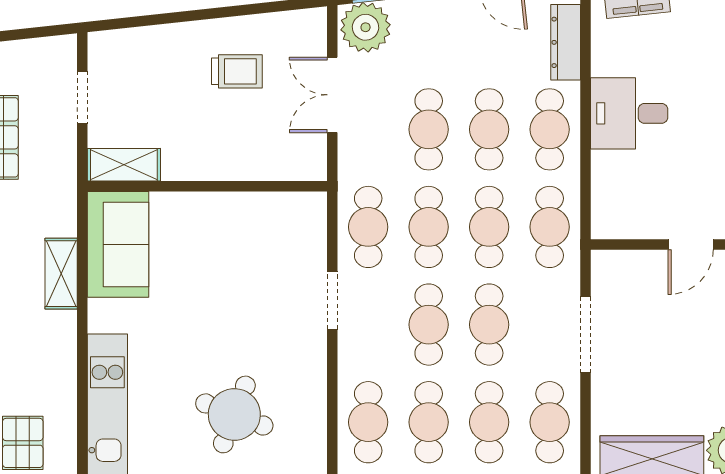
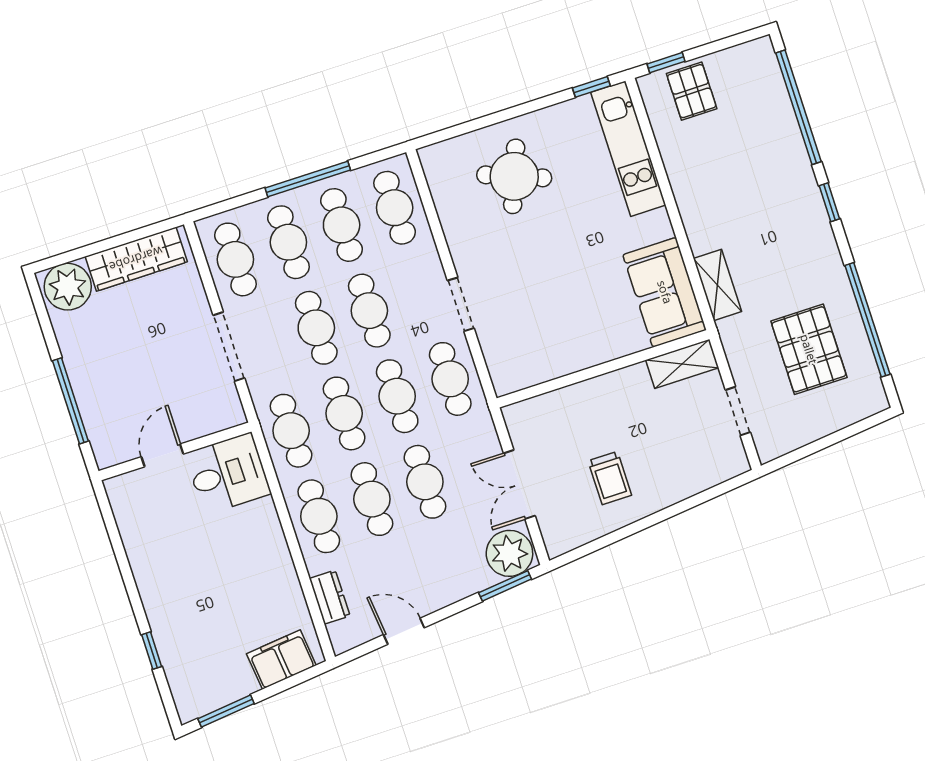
dresser: (566, 42) -> (330, 597), width x0.70
trolley: (237, 71) -> (610, 478), turned -90
double door: (332, 95) -> (519, 485), swing flipped
desk: (629, 113) -> (228, 474), moved
shelving: (61, 274) -> (717, 285), moved

